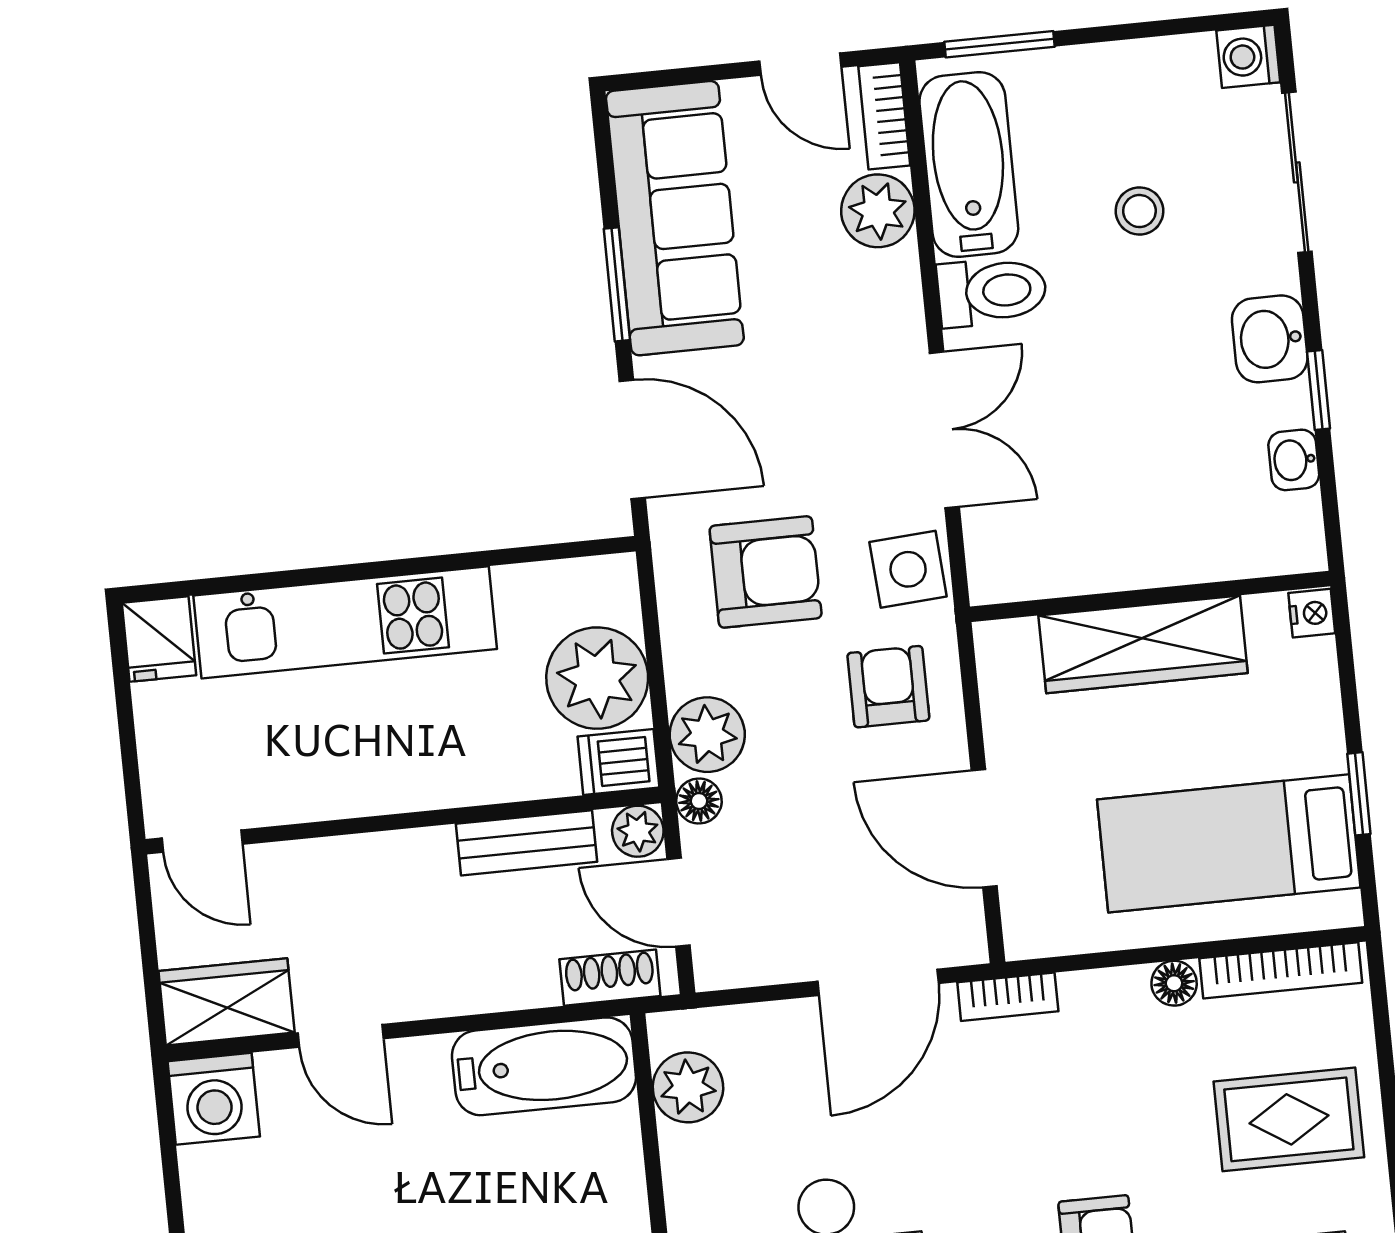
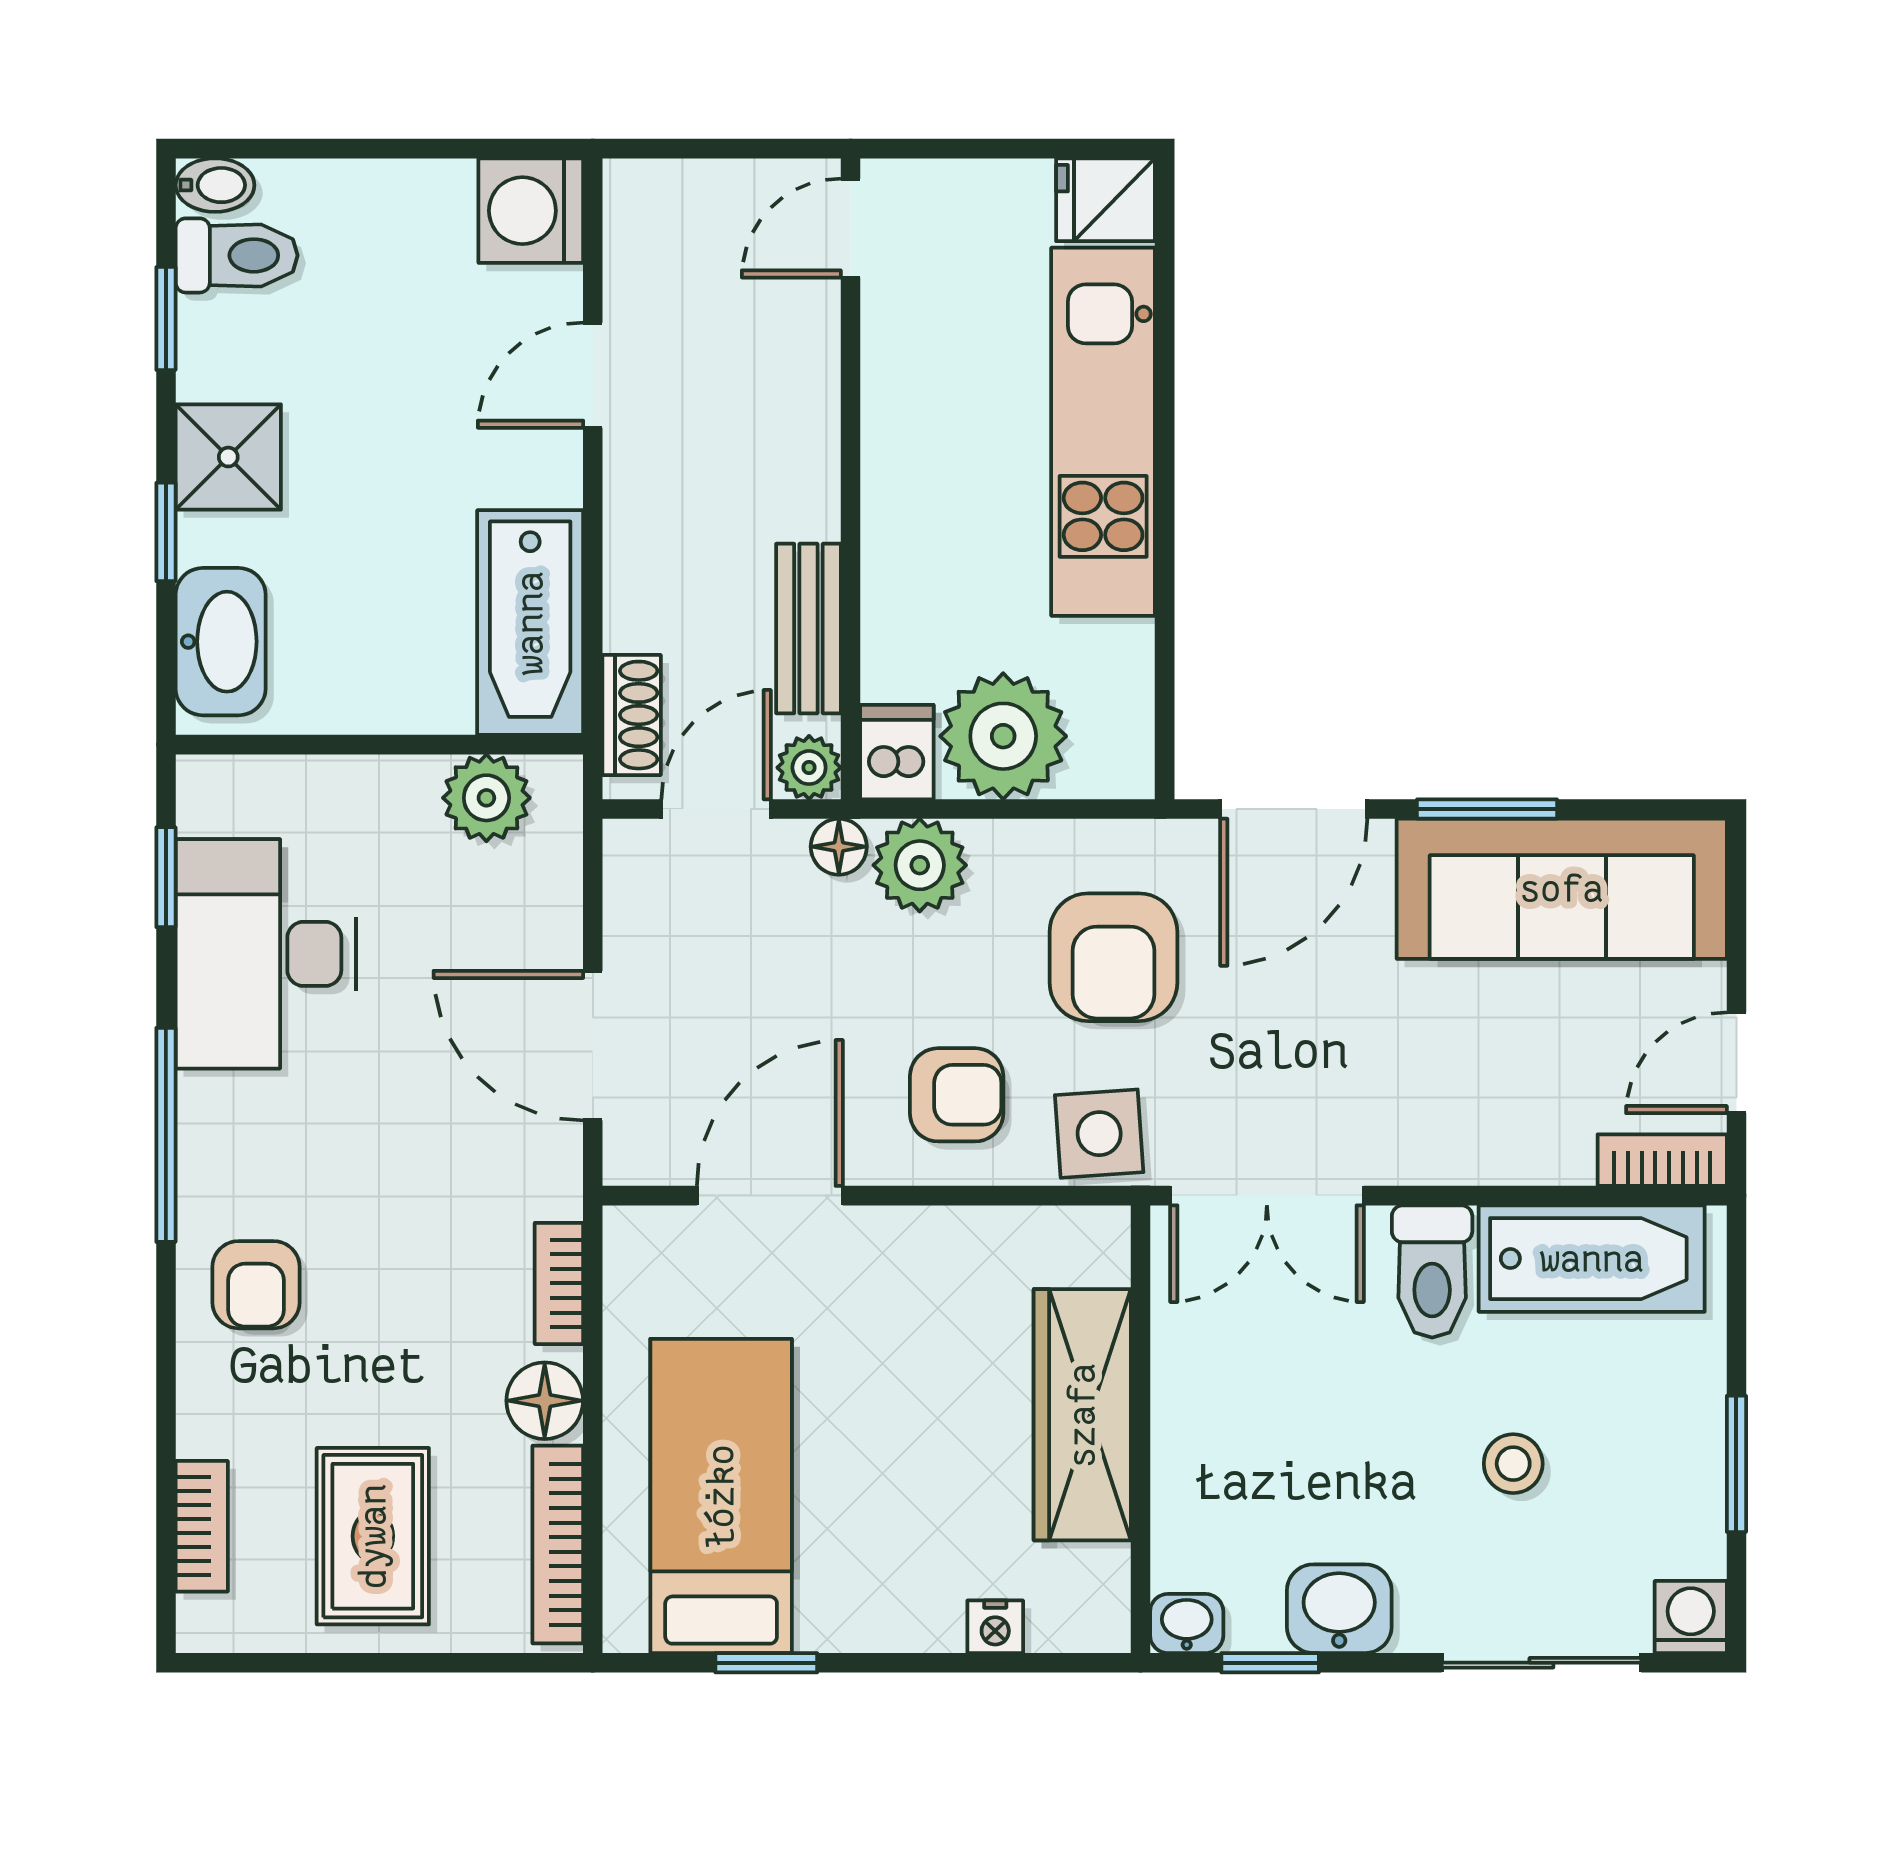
window: (1000, 44) -> (1736, 1464), moved
plant: (878, 211) -> (1546, 1141), removed
wall: (1150, 597) -> (1140, 1429), moved
wardrobe: (1143, 644) -> (1082, 1415), moved
floor lamp: (1174, 983) -> (545, 1401), width x1.37, depth x1.37
bookcase: (1008, 997) -> (559, 1283), moved
wardrobe: (227, 1002) -> (649, 239), removed

